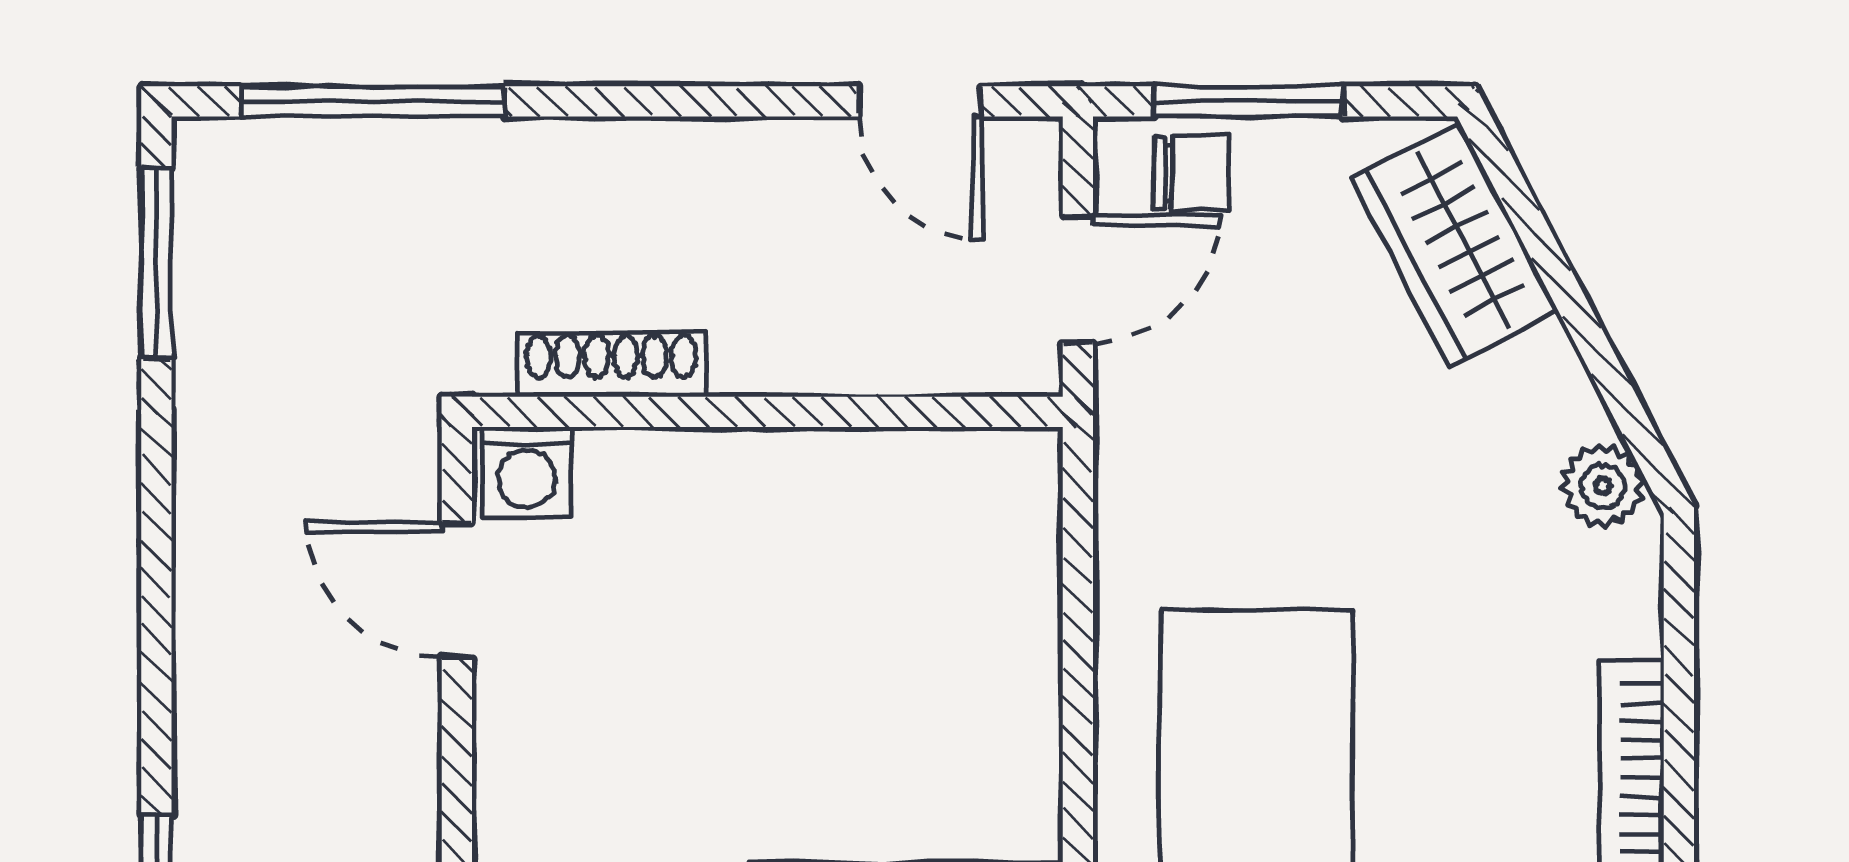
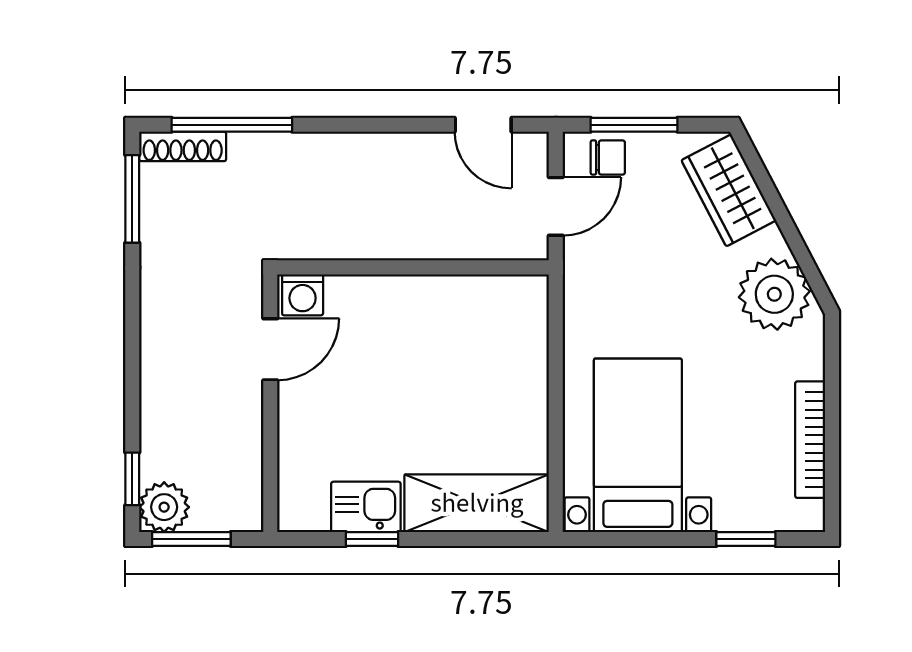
shoe rack: (611, 365) -> (183, 146), moved, turned 180
plant: (1603, 486) -> (774, 294), width x1.88, depth x1.88
door: (457, 590) -> (270, 349), swing flipped

